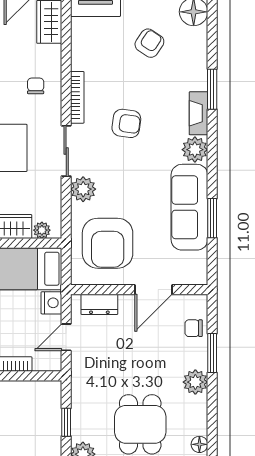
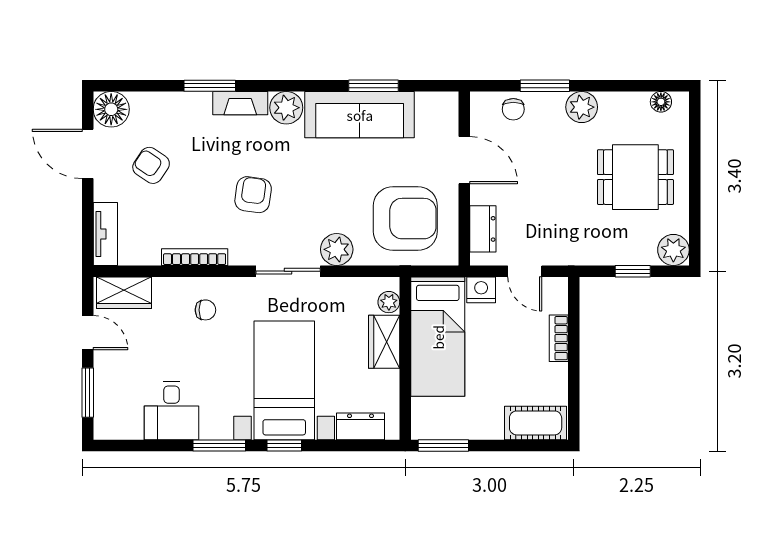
chair: (36, 86) -> (205, 310), turned 180
bookcase: (77, 97) -> (195, 257), moved

